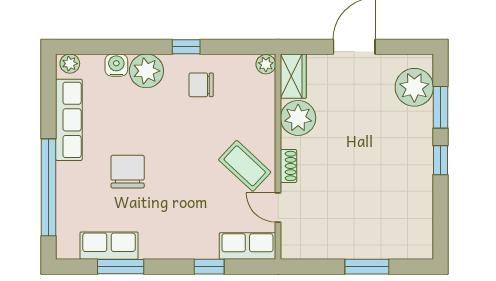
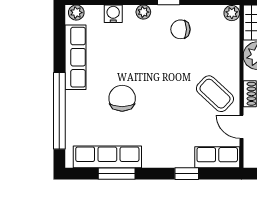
plant: (146, 71) -> (143, 12), width x0.53, depth x0.53
row of seats: (109, 246) -> (107, 157), width x1.48

